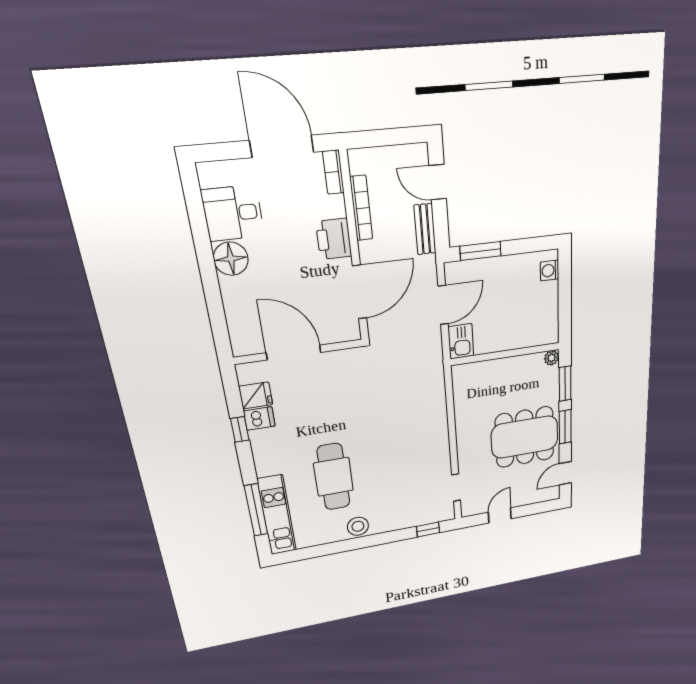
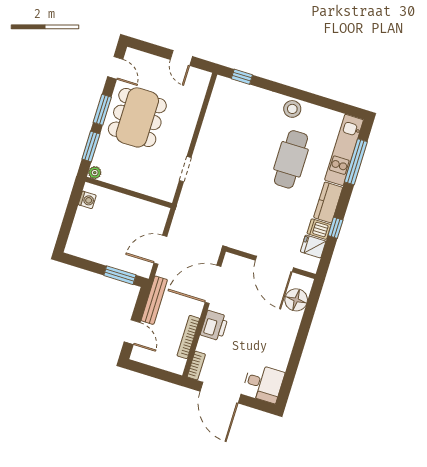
desk: (233, 213) -> (263, 383), moved
bench: (425, 229) -> (154, 300), width x1.36
floor lamp: (231, 259) -> (296, 300), moved
washing machine: (549, 270) -> (87, 200), moved
kitchen sink: (461, 341) -> (158, 218), removed
dining table: (525, 437) -> (137, 117), turned 90
kitchen counter: (265, 453) -> (328, 202), added
door: (565, 473) -> (115, 68), hinge flipped
doorway: (456, 488) -> (185, 169), moved
door: (500, 515) -> (181, 58), hinge flipped

